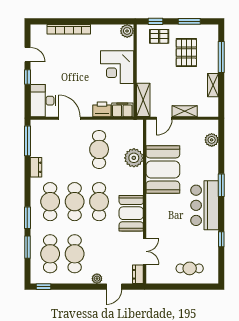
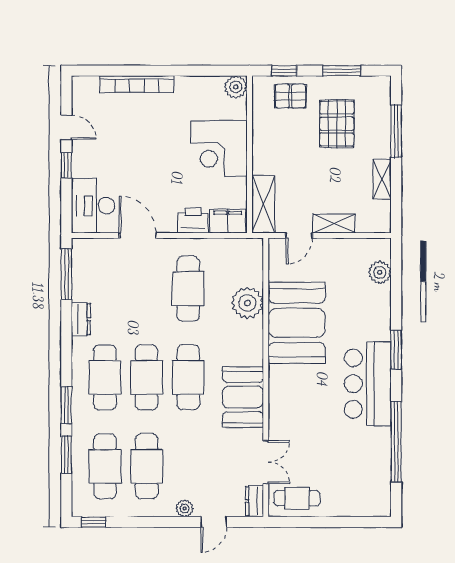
window: (221, 239) -> (396, 442), width x3.17
cafe table: (190, 268) -> (297, 498), moved

